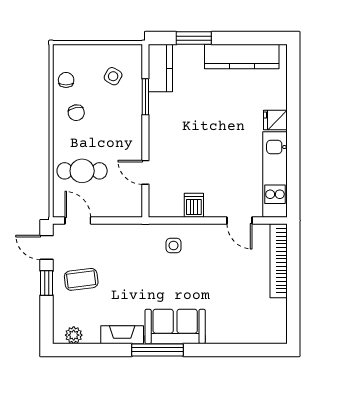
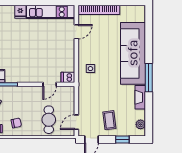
dishwasher: (194, 205) -> (68, 77), moved
window: (47, 283) -> (122, 140), moved
sofa: (175, 326) -> (133, 53), width x1.85, depth x1.27

